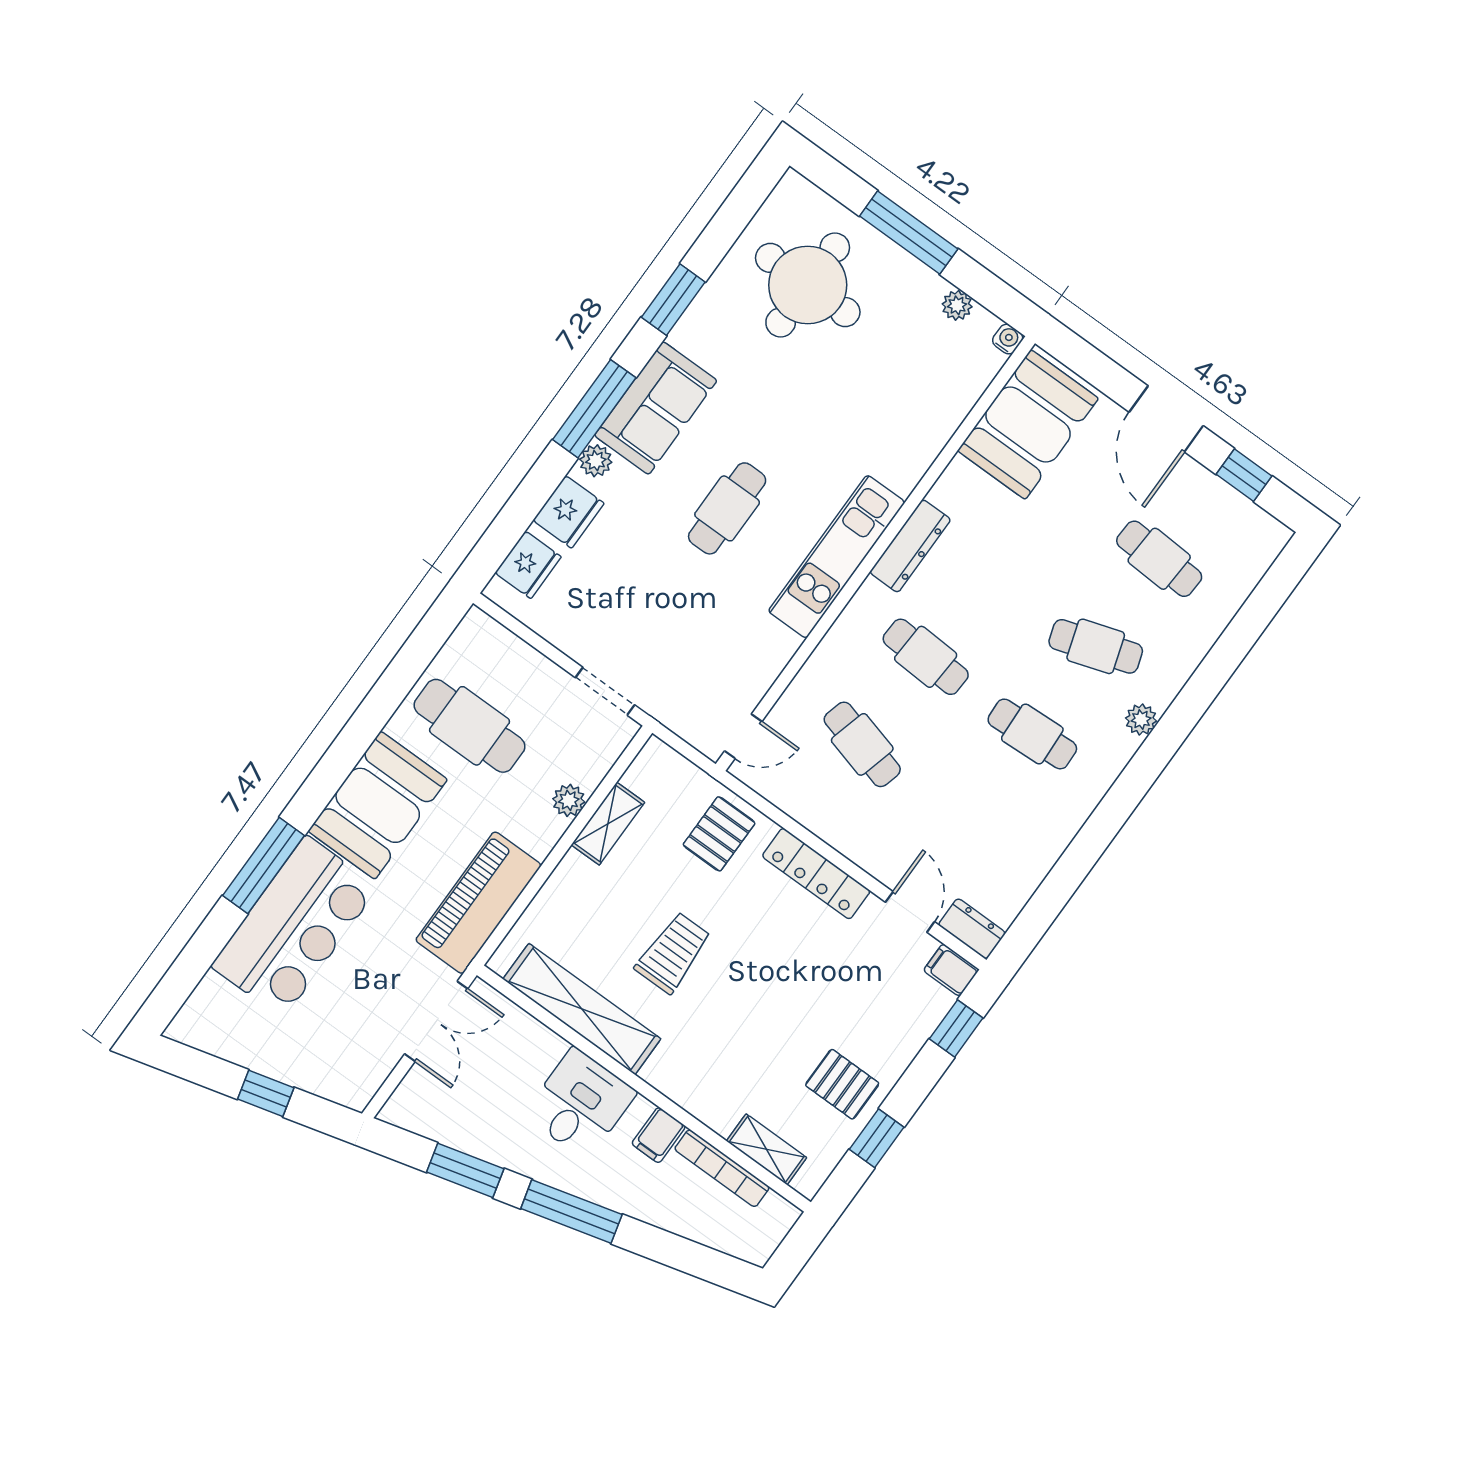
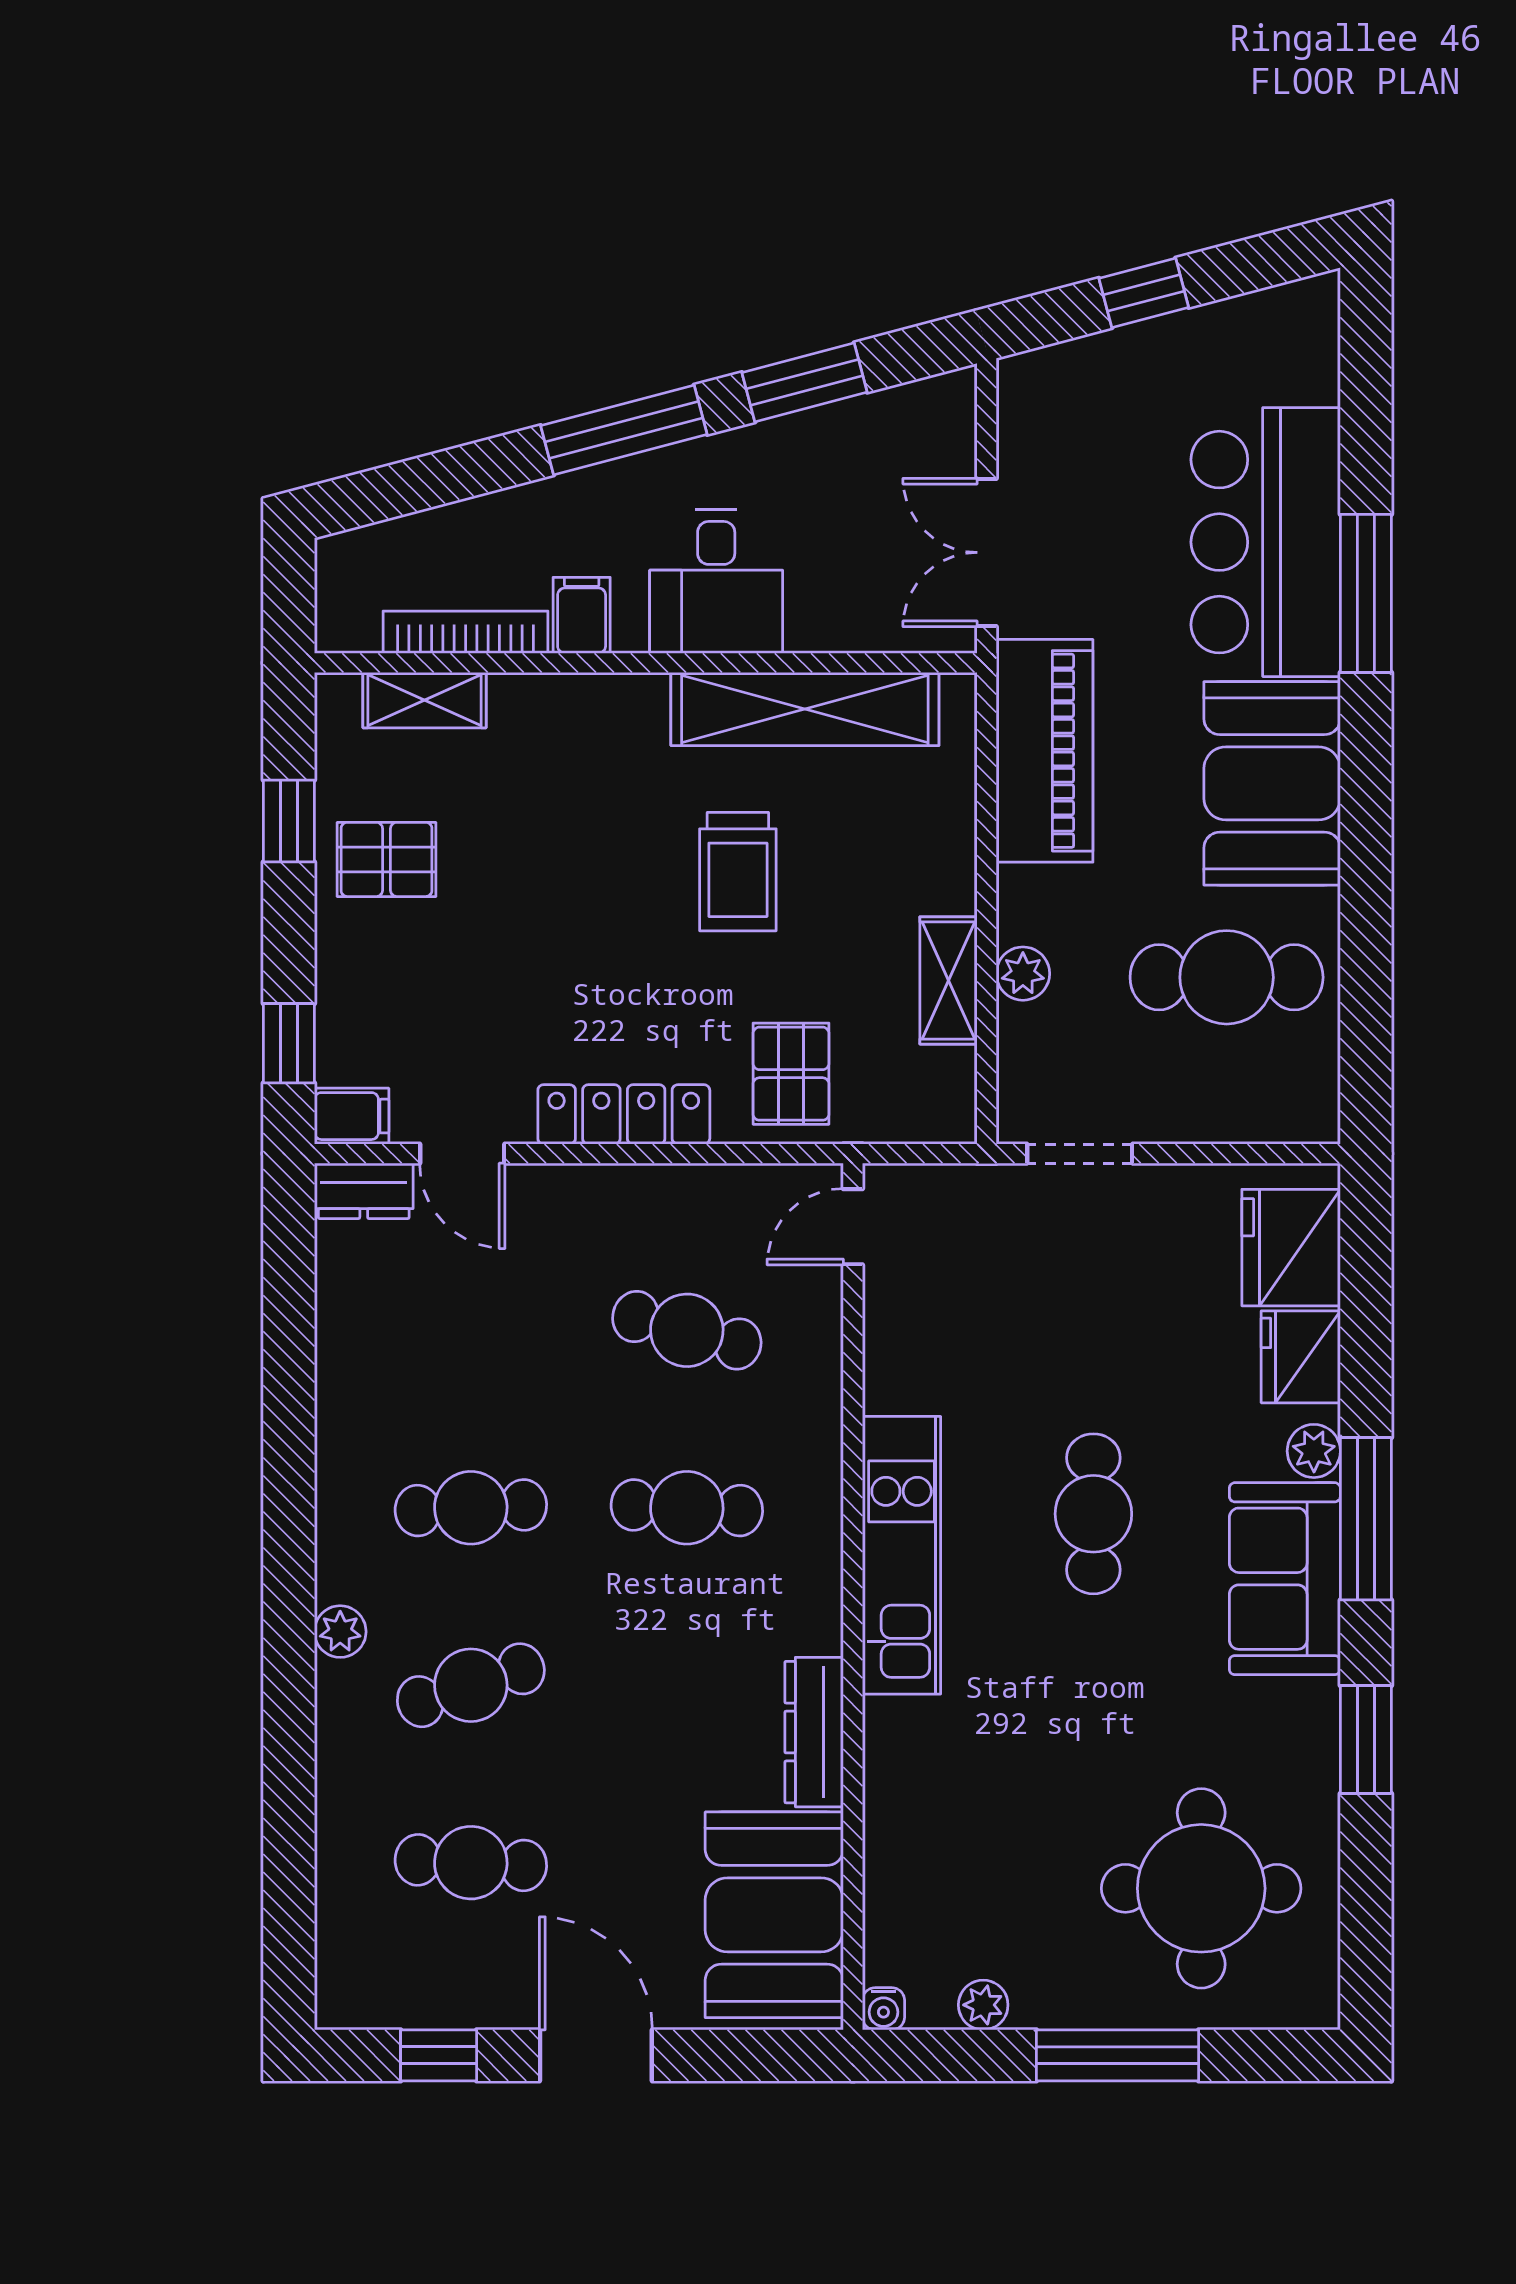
dresser: (910, 546) -> (814, 1732), moved
fridge: (528, 565) -> (1291, 1248), width x1.36, depth x1.34

